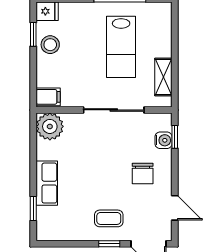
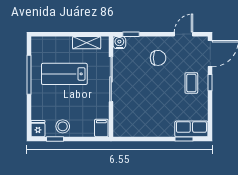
lab bench: (121, 47) -> (64, 74), turned 180
plant: (50, 126) -> (123, 127), removed
water cooler: (163, 140) -> (119, 43), moved
row of seats: (47, 183) -> (191, 129), moved

